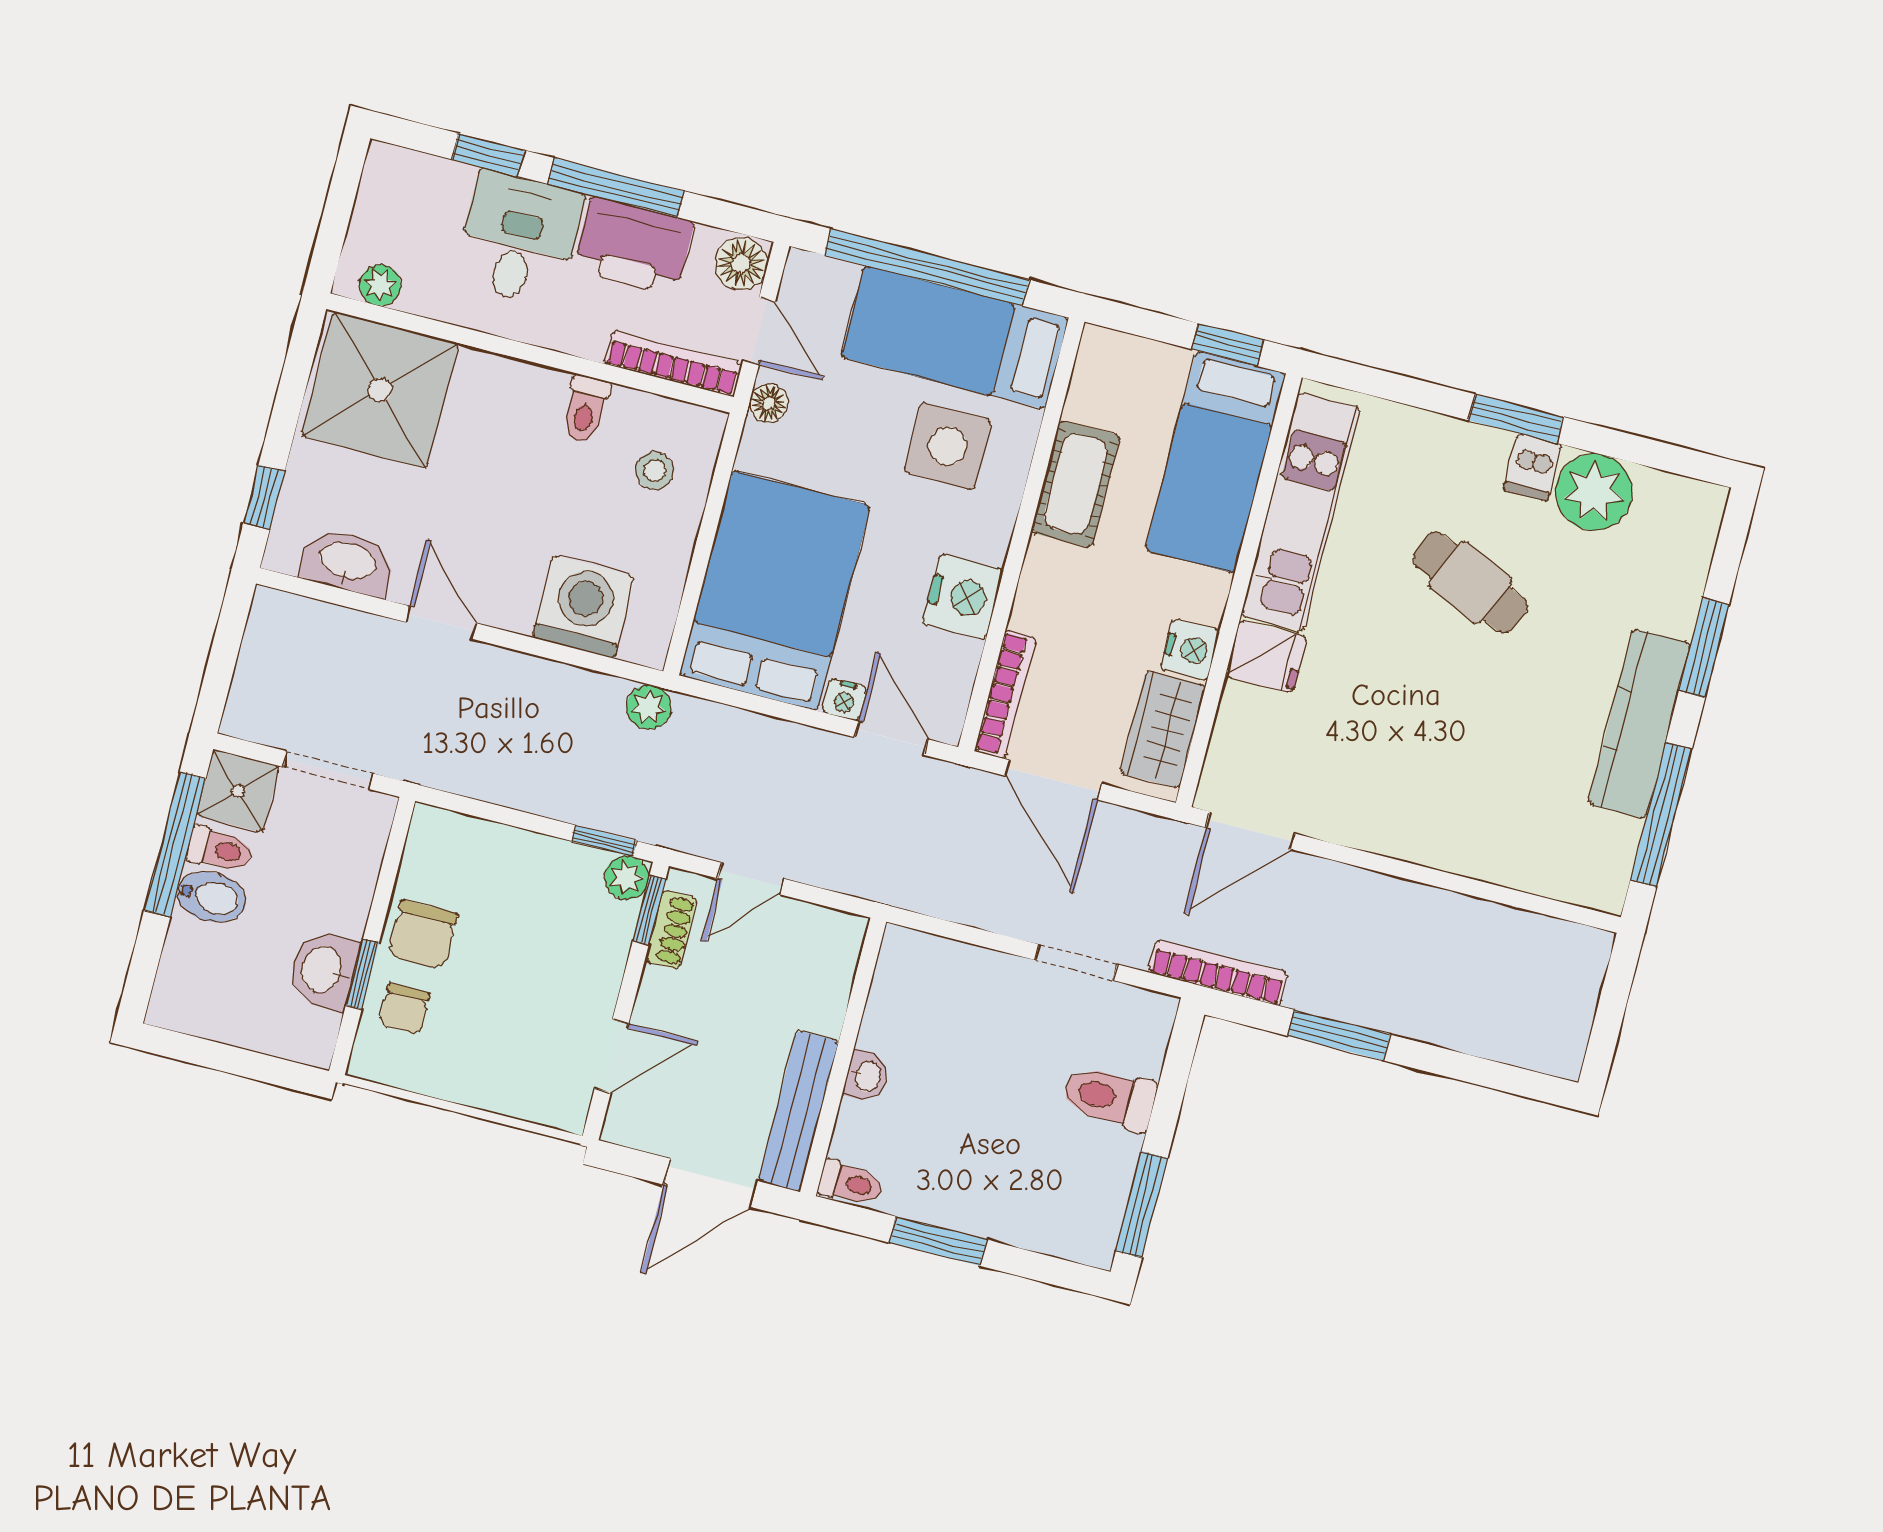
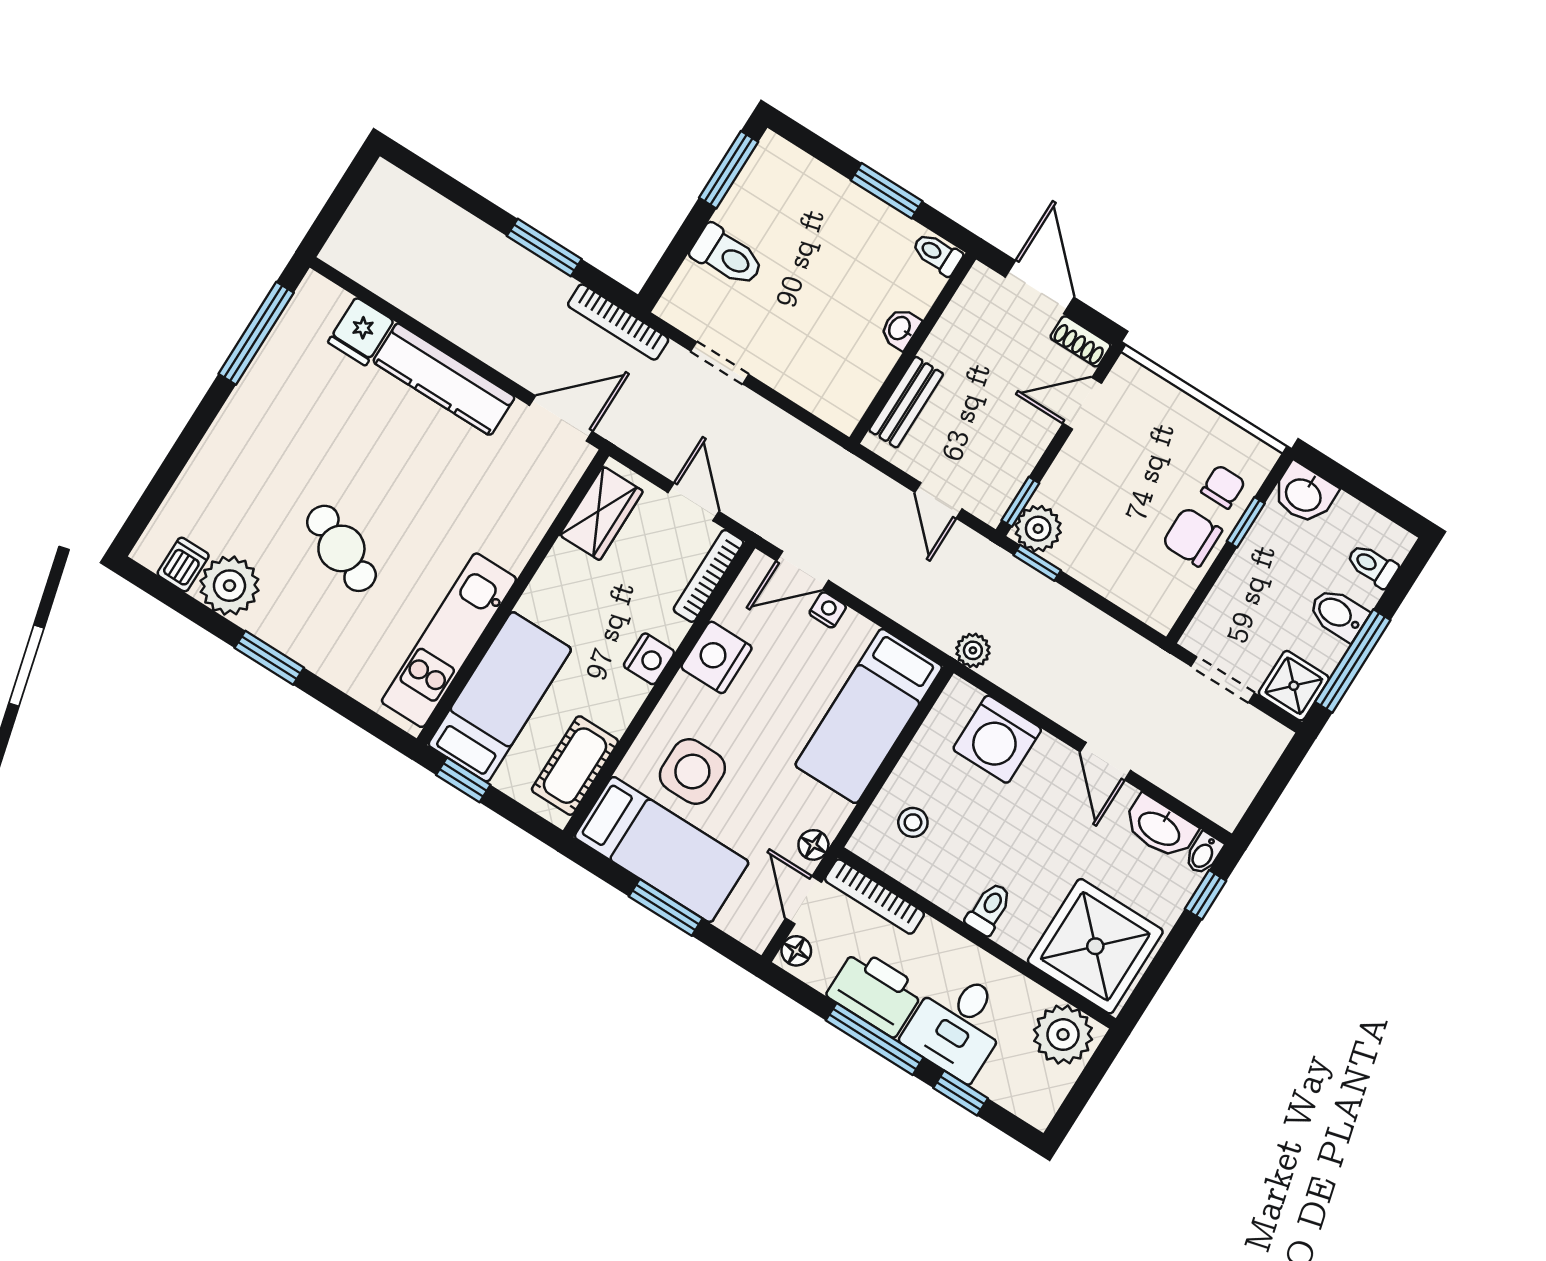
floor lamp: (741, 264) -> (796, 951), width x0.73, depth x0.73
window: (927, 267) -> (666, 907), width x0.47
plant: (380, 285) -> (1063, 1035), width x1.87, depth x1.87
toilet: (585, 409) -> (989, 909), moved
dishwasher: (1533, 467) -> (183, 564), moved
cot: (1075, 484) -> (575, 766), moved
bidet: (283, 548) -> (1204, 854), added
bed: (775, 591) -> (869, 716), width x0.67
window: (1704, 648) -> (185, 445), removed
nightstand: (1190, 649) -> (649, 659), moved, turned 180
fridge: (1266, 657) -> (361, 331), moved, turned -90
kitchen counter: (1639, 724) -> (444, 379), moved, turned 90
door: (891, 738) -> (803, 571), hinge flipped
door: (1053, 780) -> (694, 502), width x0.73
toilet: (220, 850) -> (1372, 565), moved
plant: (627, 878) -> (1038, 529), width x1.38, depth x1.38
door: (751, 879) -> (938, 501), swing flipped
shoe rack: (671, 930) -> (1080, 341), moved, turned -90
chair: (423, 935) -> (1192, 537), turned -90
washbasin: (323, 970) -> (1304, 494), moved, turned 90
bench: (798, 1111) -> (906, 402), moved, width x0.73
door: (711, 1183) -> (1040, 287), hinge flipped

